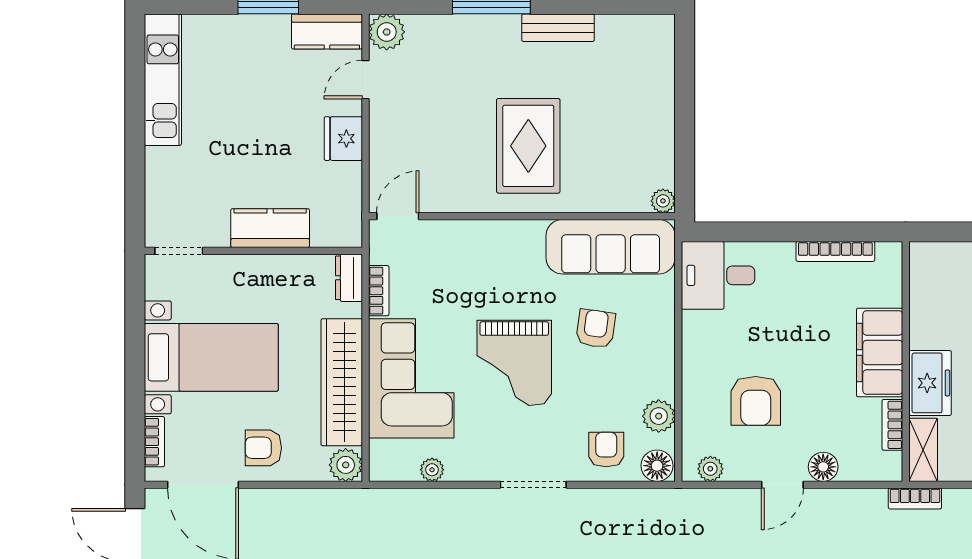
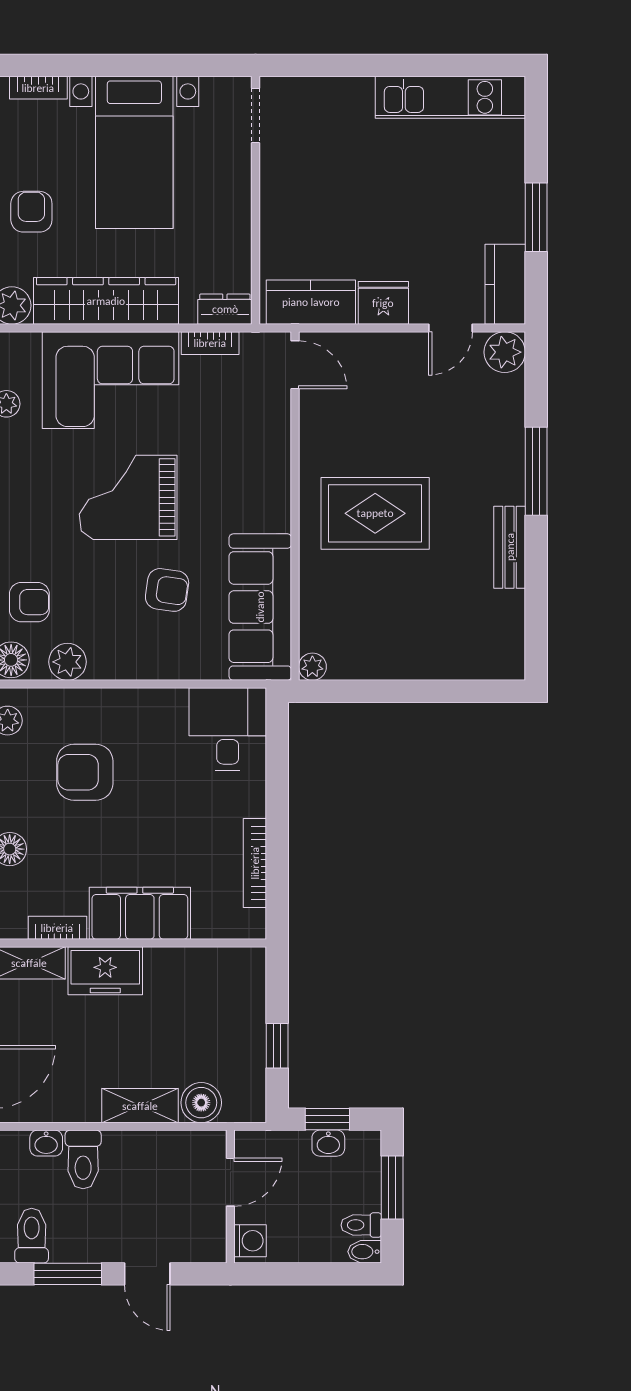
door: (365, 80) -> (451, 328), swing flipped
kitchen counter: (270, 228) -> (311, 302), moved, turned -90

